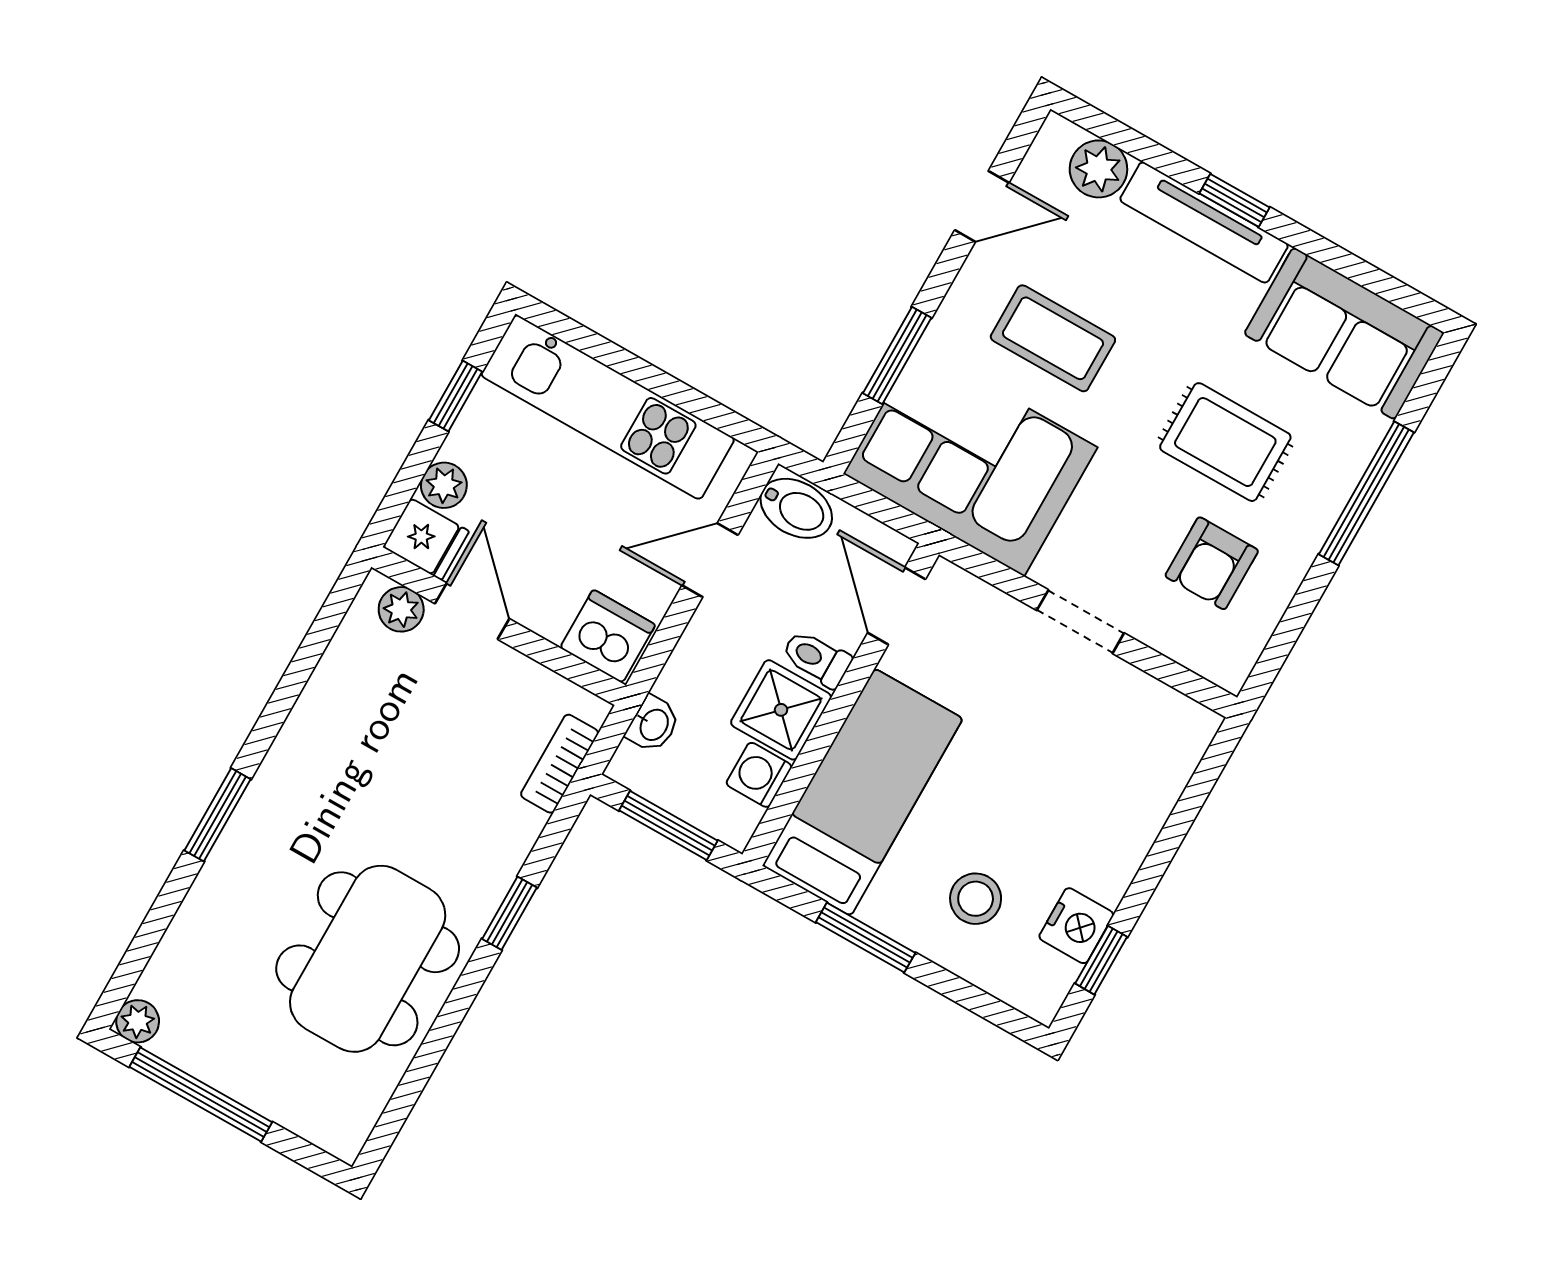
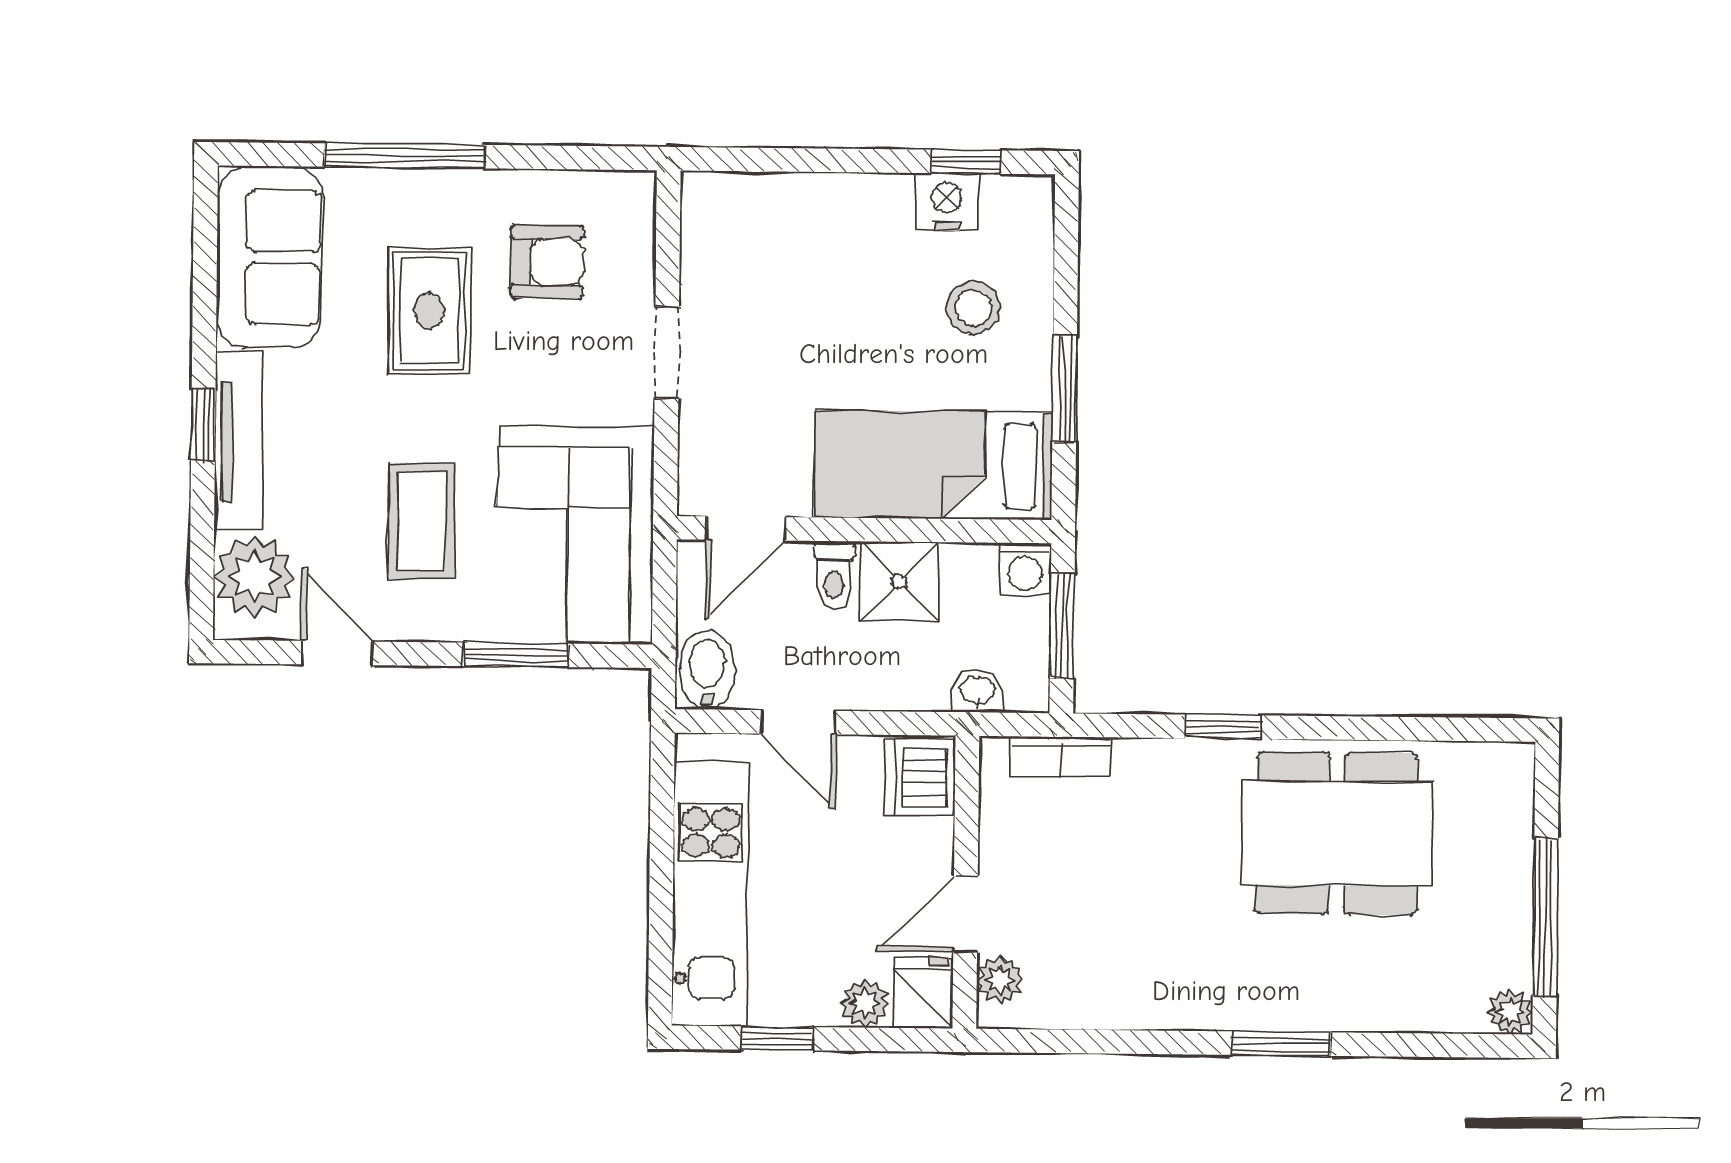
plant: (1098, 169) -> (254, 576), width x1.36, depth x1.36
washing machine: (759, 775) -> (1025, 569), moved

